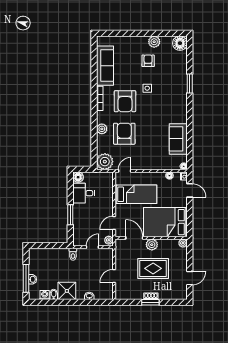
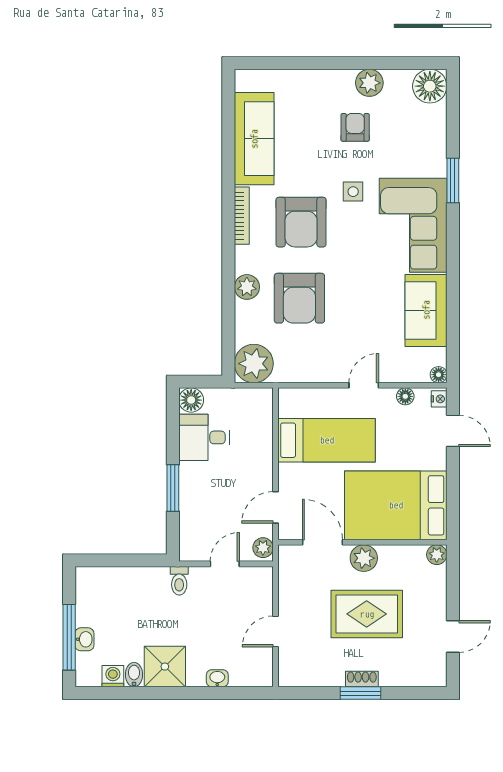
corner sofa: (173, 103) -> (413, 225), added
armchair: (124, 134) -> (299, 298), turned 180
door: (125, 171) -> (364, 385), moved

